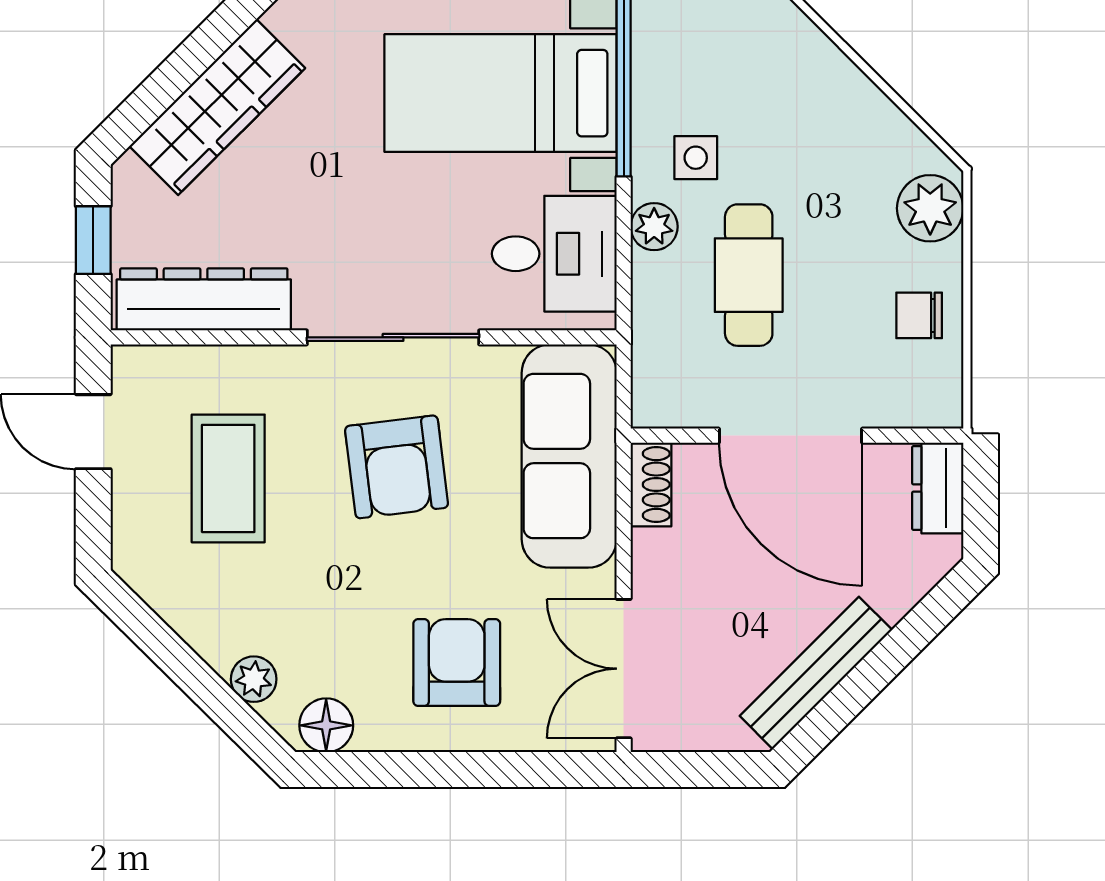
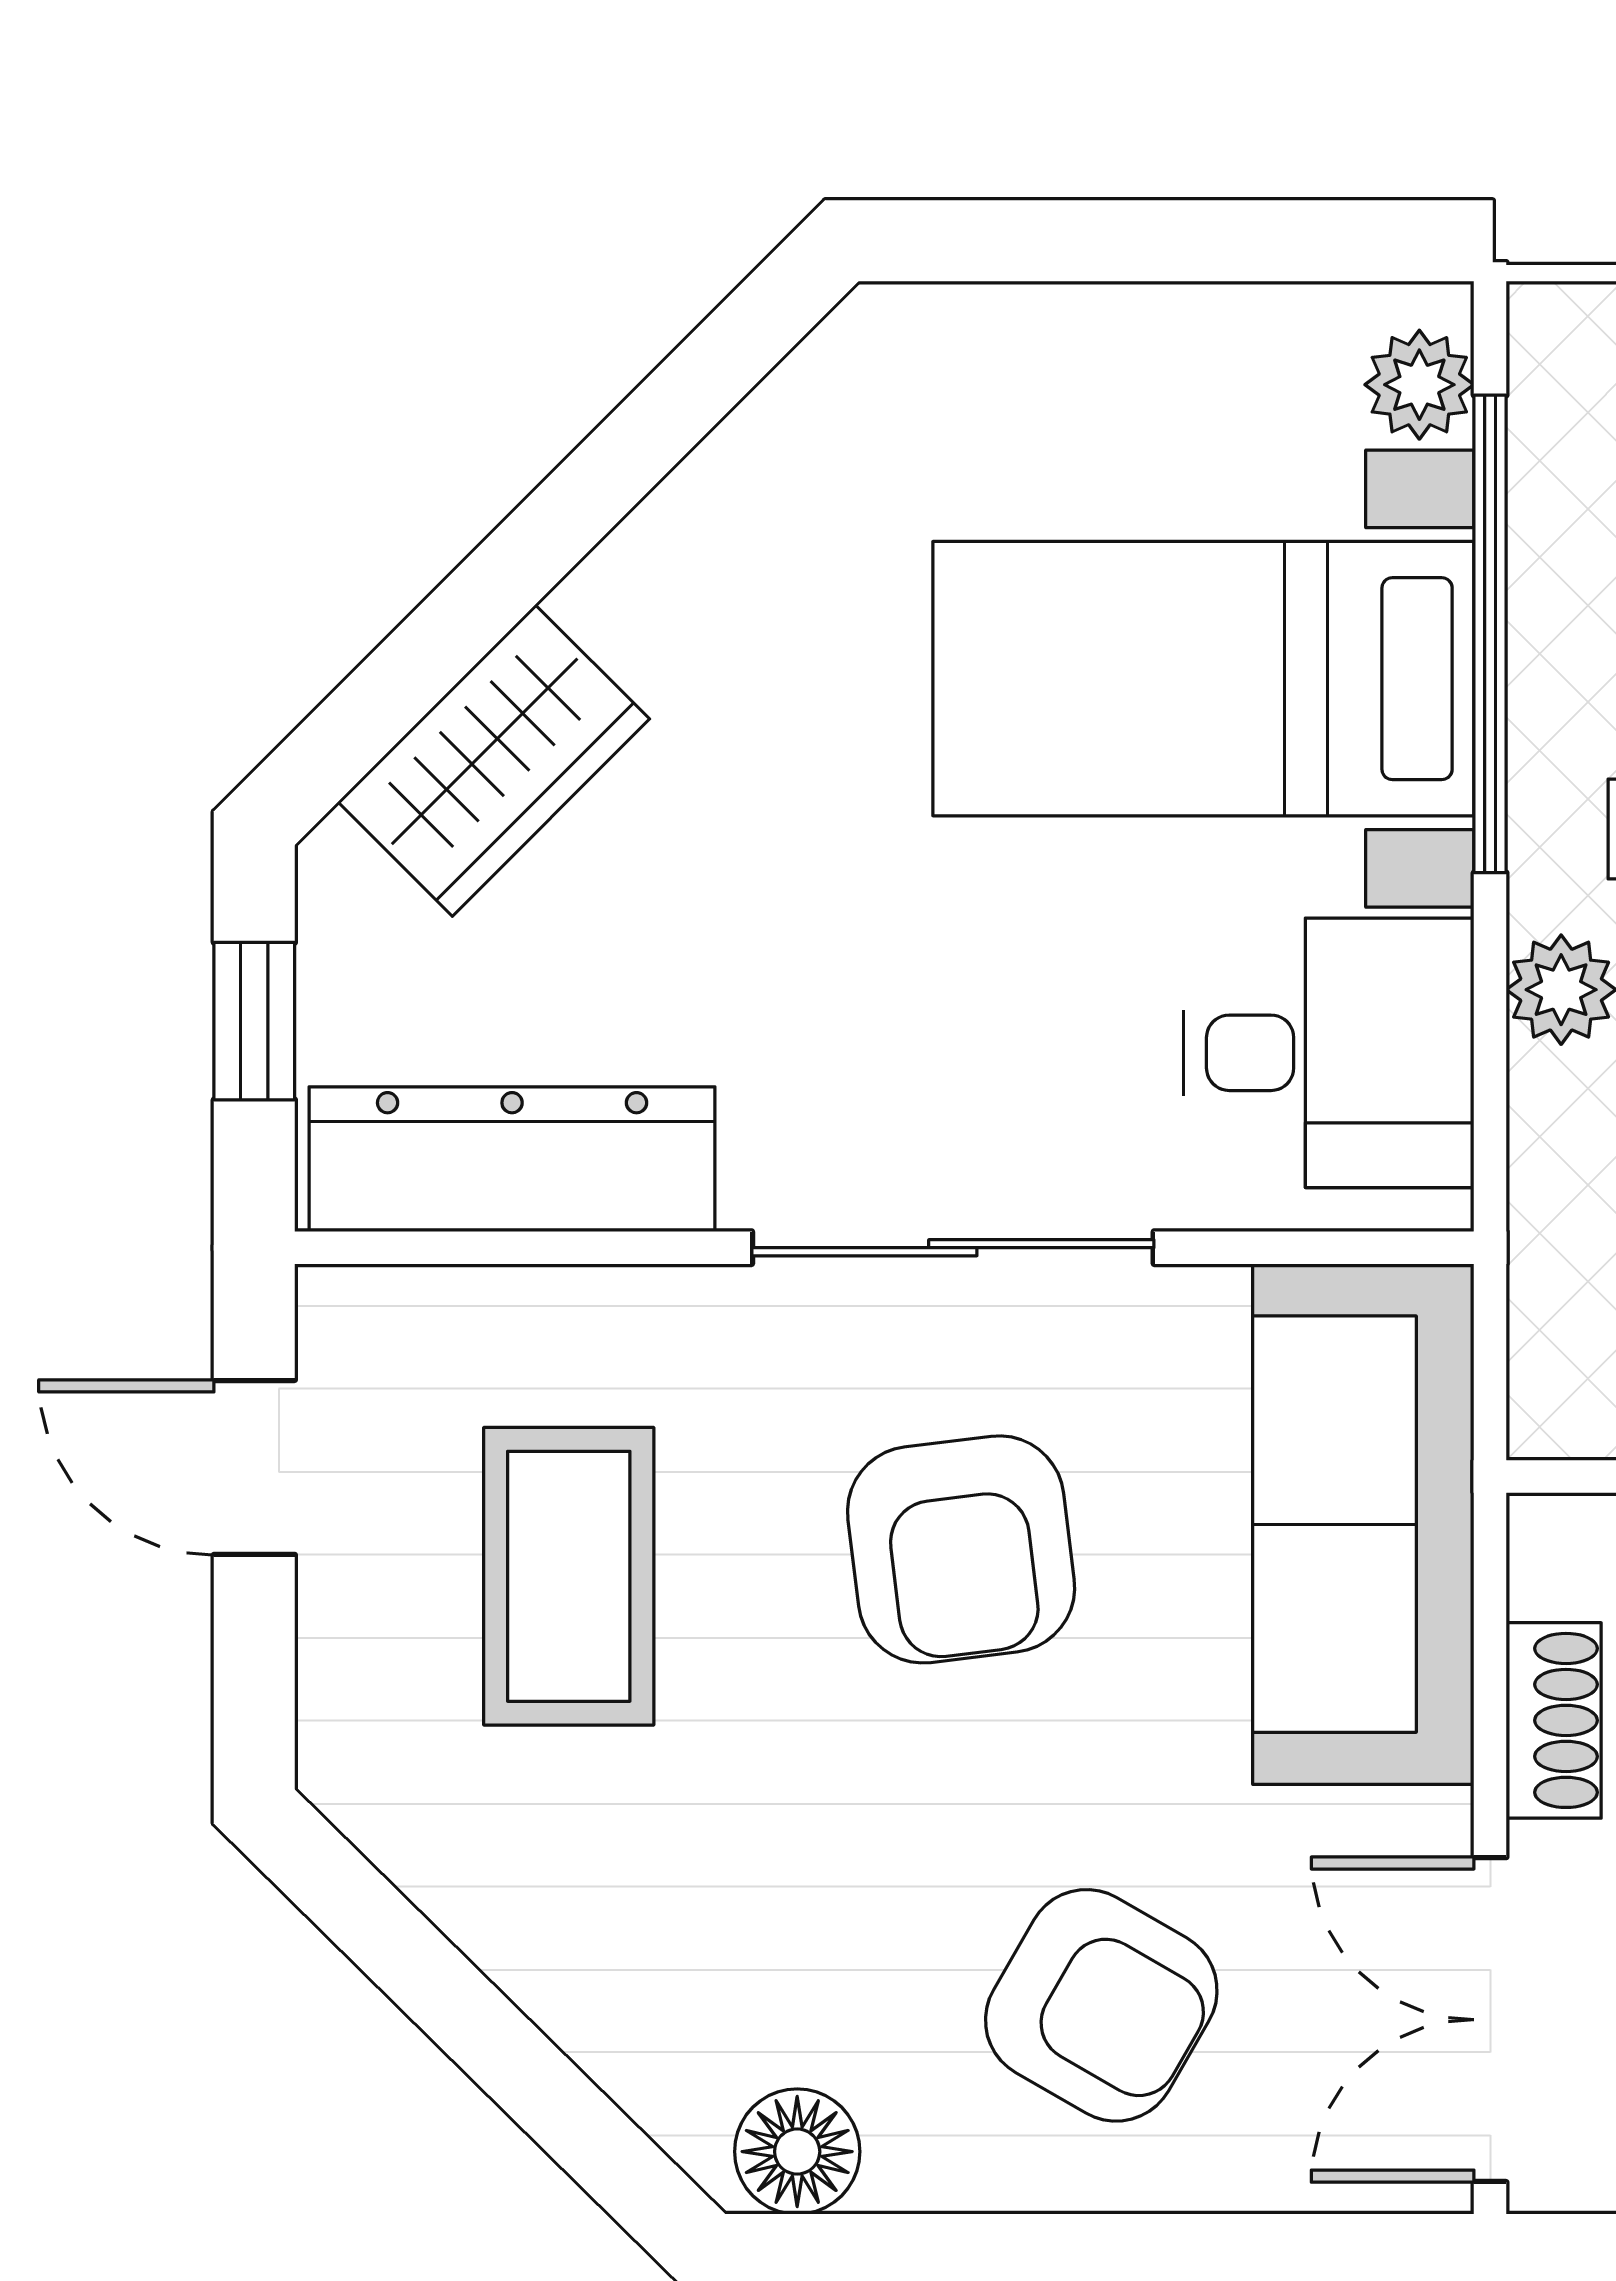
wardrobe: (217, 107) -> (494, 760), width x0.67
shoe rack: (651, 485) -> (1554, 1720), moved
armchair: (457, 663) -> (1101, 2005), turned 120
plant: (254, 679) -> (628, 2044), removed

